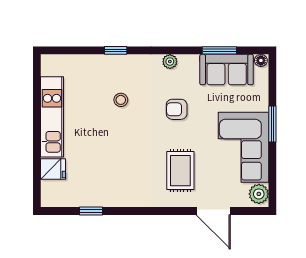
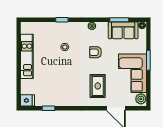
fridge: (53, 169) -> (27, 100), moved

